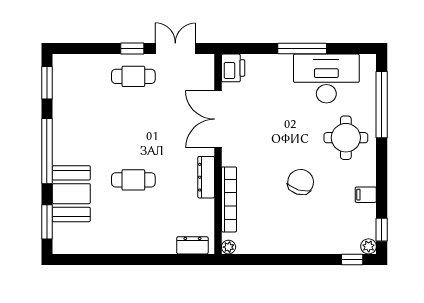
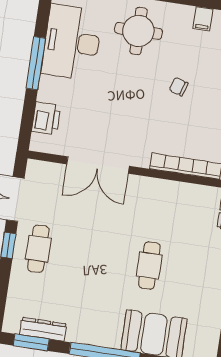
printer: (233, 68) -> (46, 118), moved, turned 90
dresser: (206, 177) -> (43, 329), moved, turned 180
chair: (301, 182) -> (179, 87), width x0.54, depth x0.54

